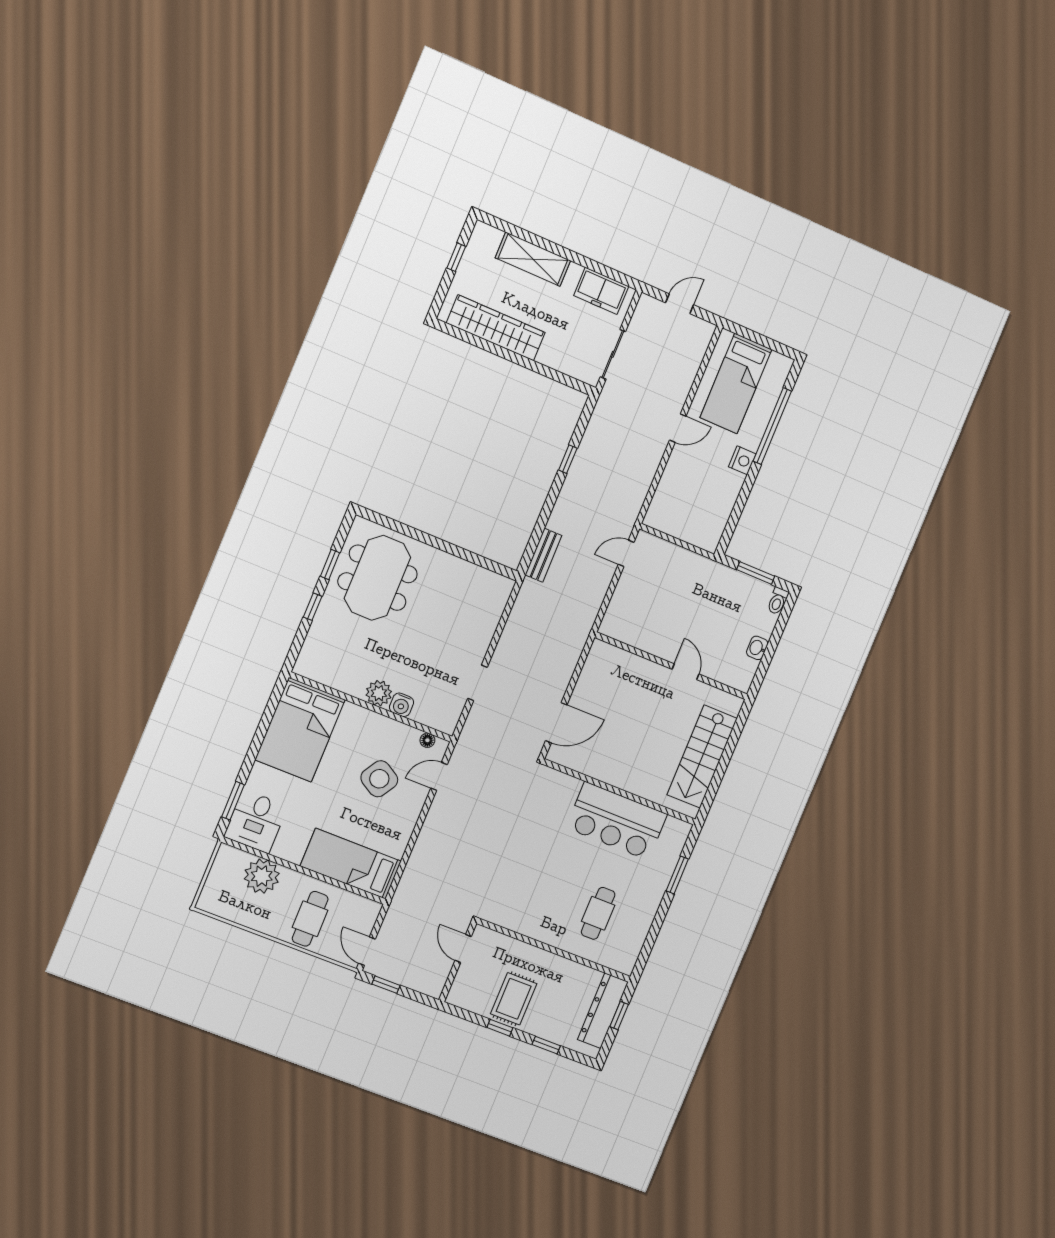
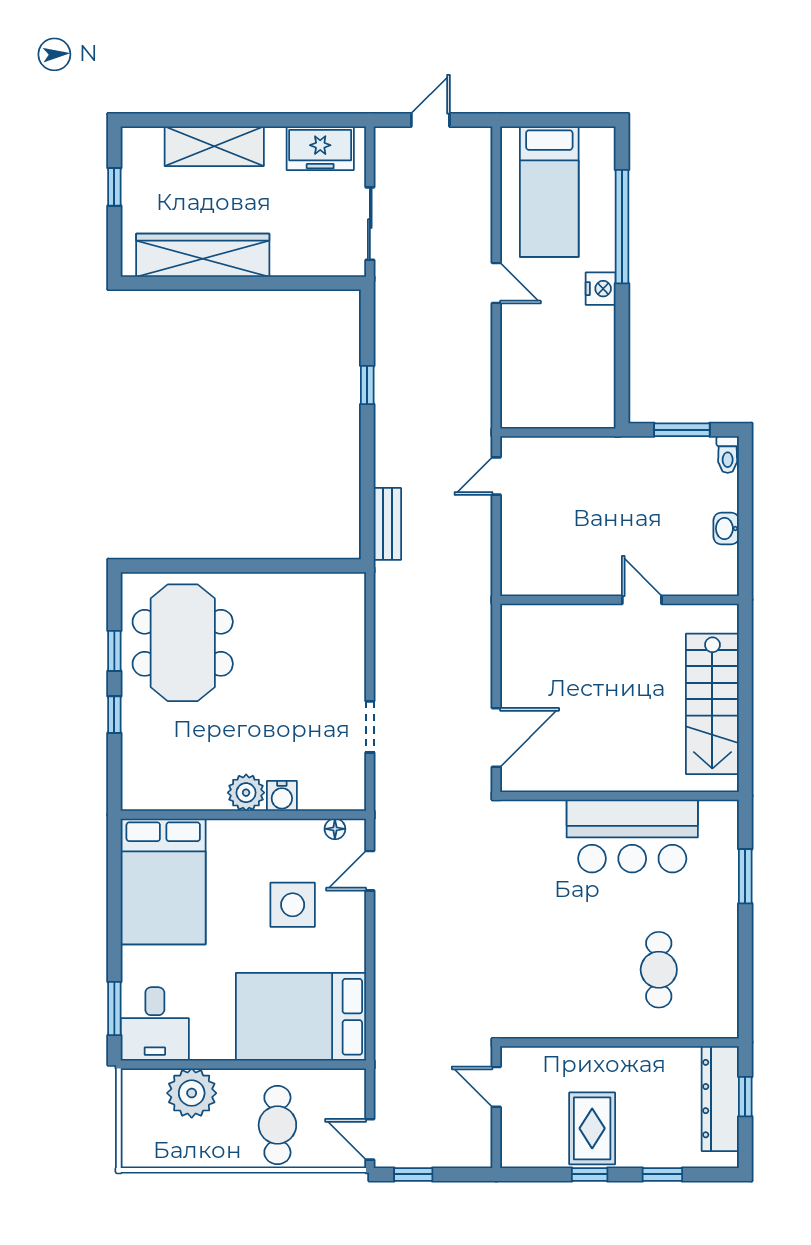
door: (678, 428) -> (496, 283), hinge flipped
side table: (379, 779) -> (293, 905), turned -31
bed: (351, 864) -> (301, 1017), width x1.50

